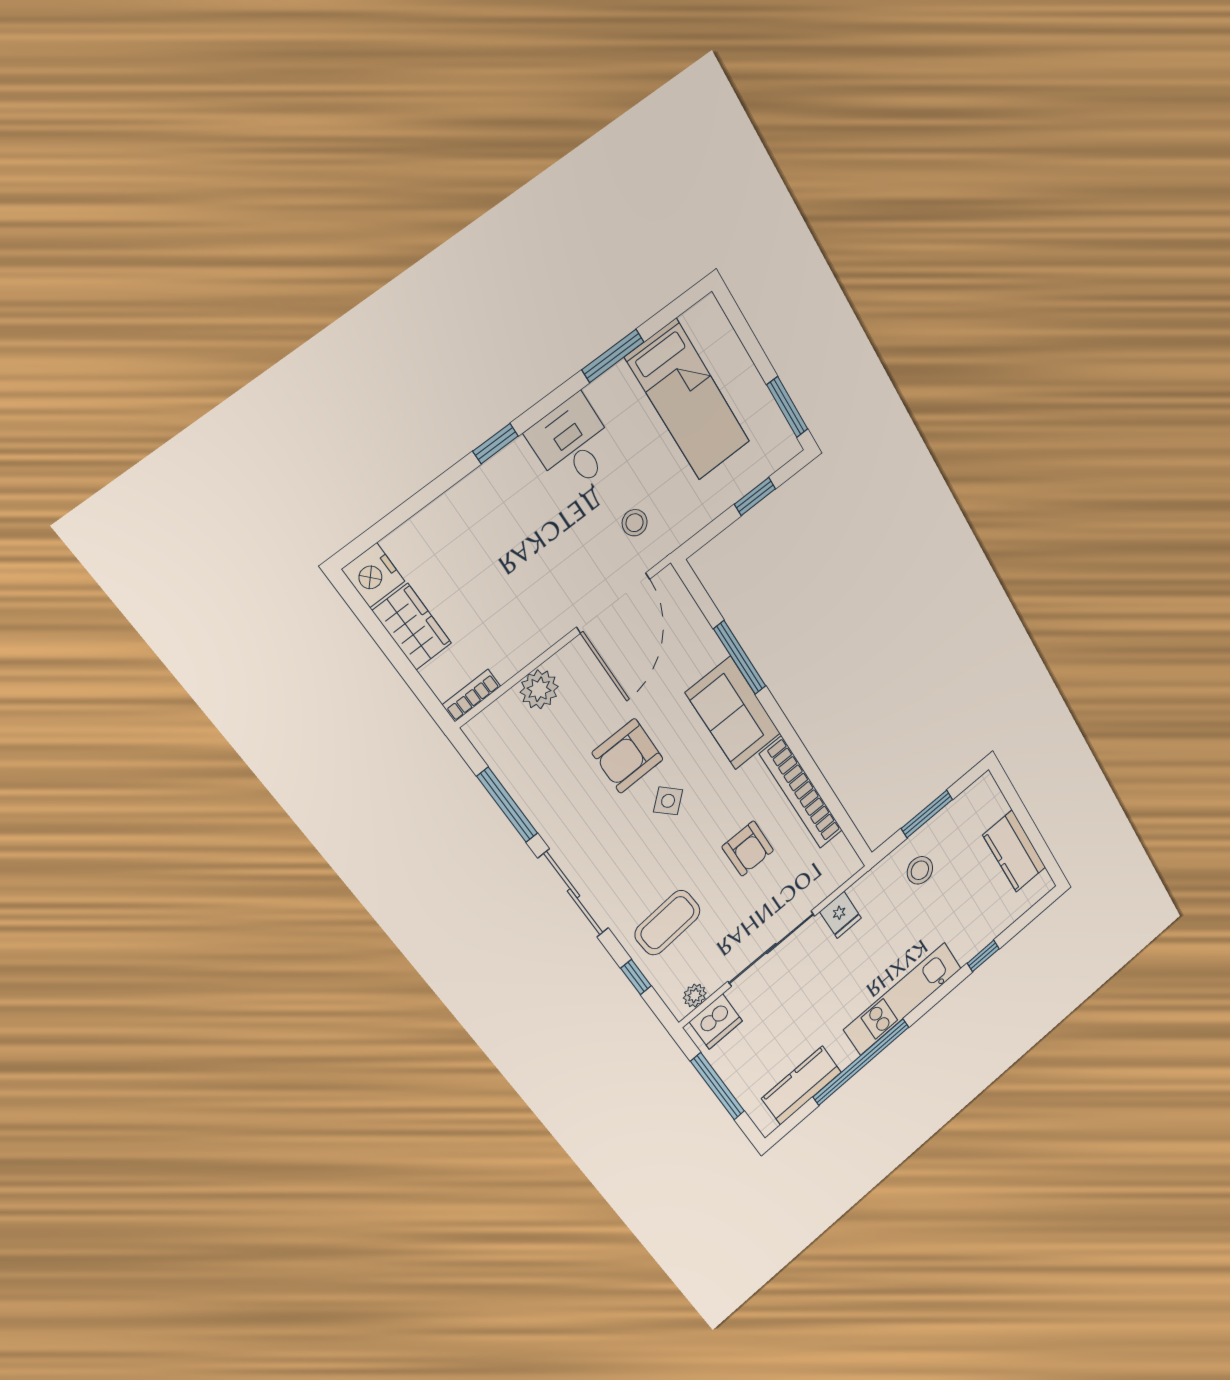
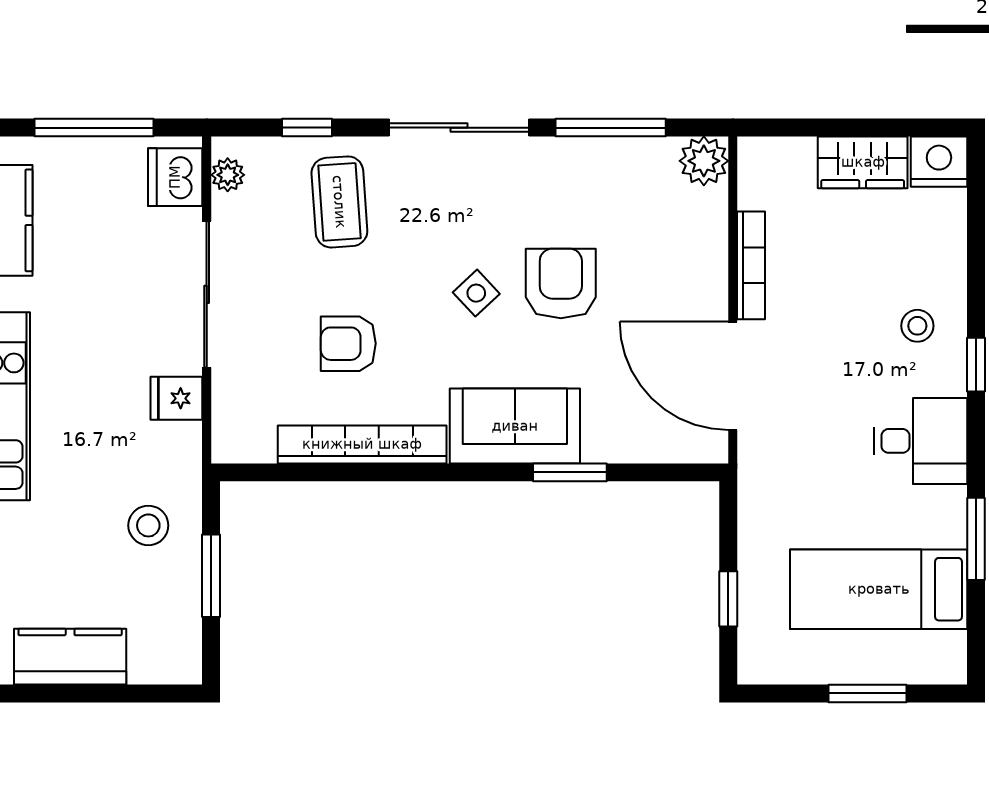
window: (787, 407) -> (867, 693), moved
stool: (635, 523) -> (917, 326), moved
window: (740, 658) -> (570, 472), width x0.69
plant: (539, 689) -> (704, 161), moved
bookcase: (471, 695) -> (751, 265), moved, width x1.56

